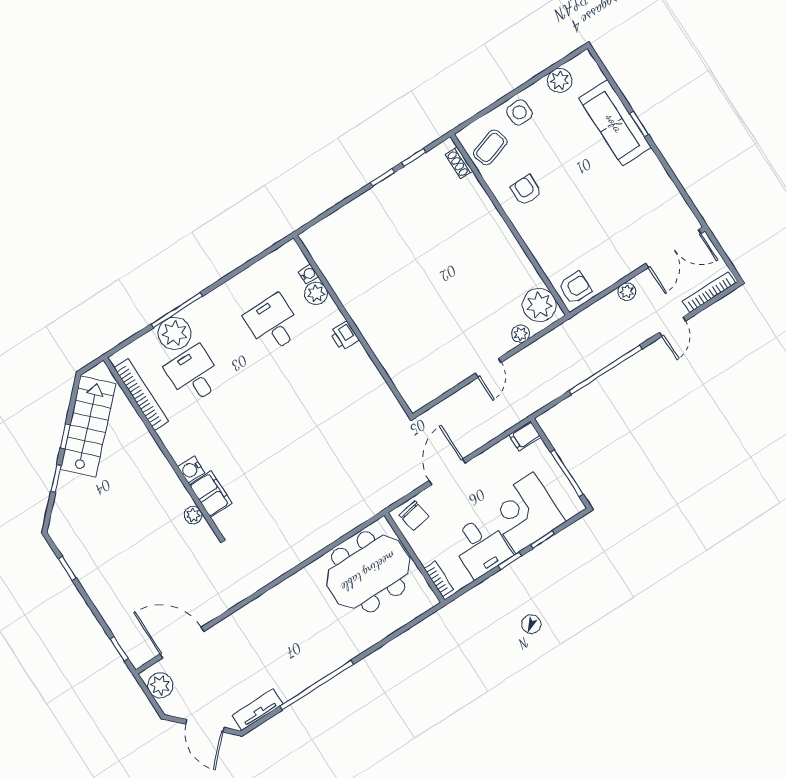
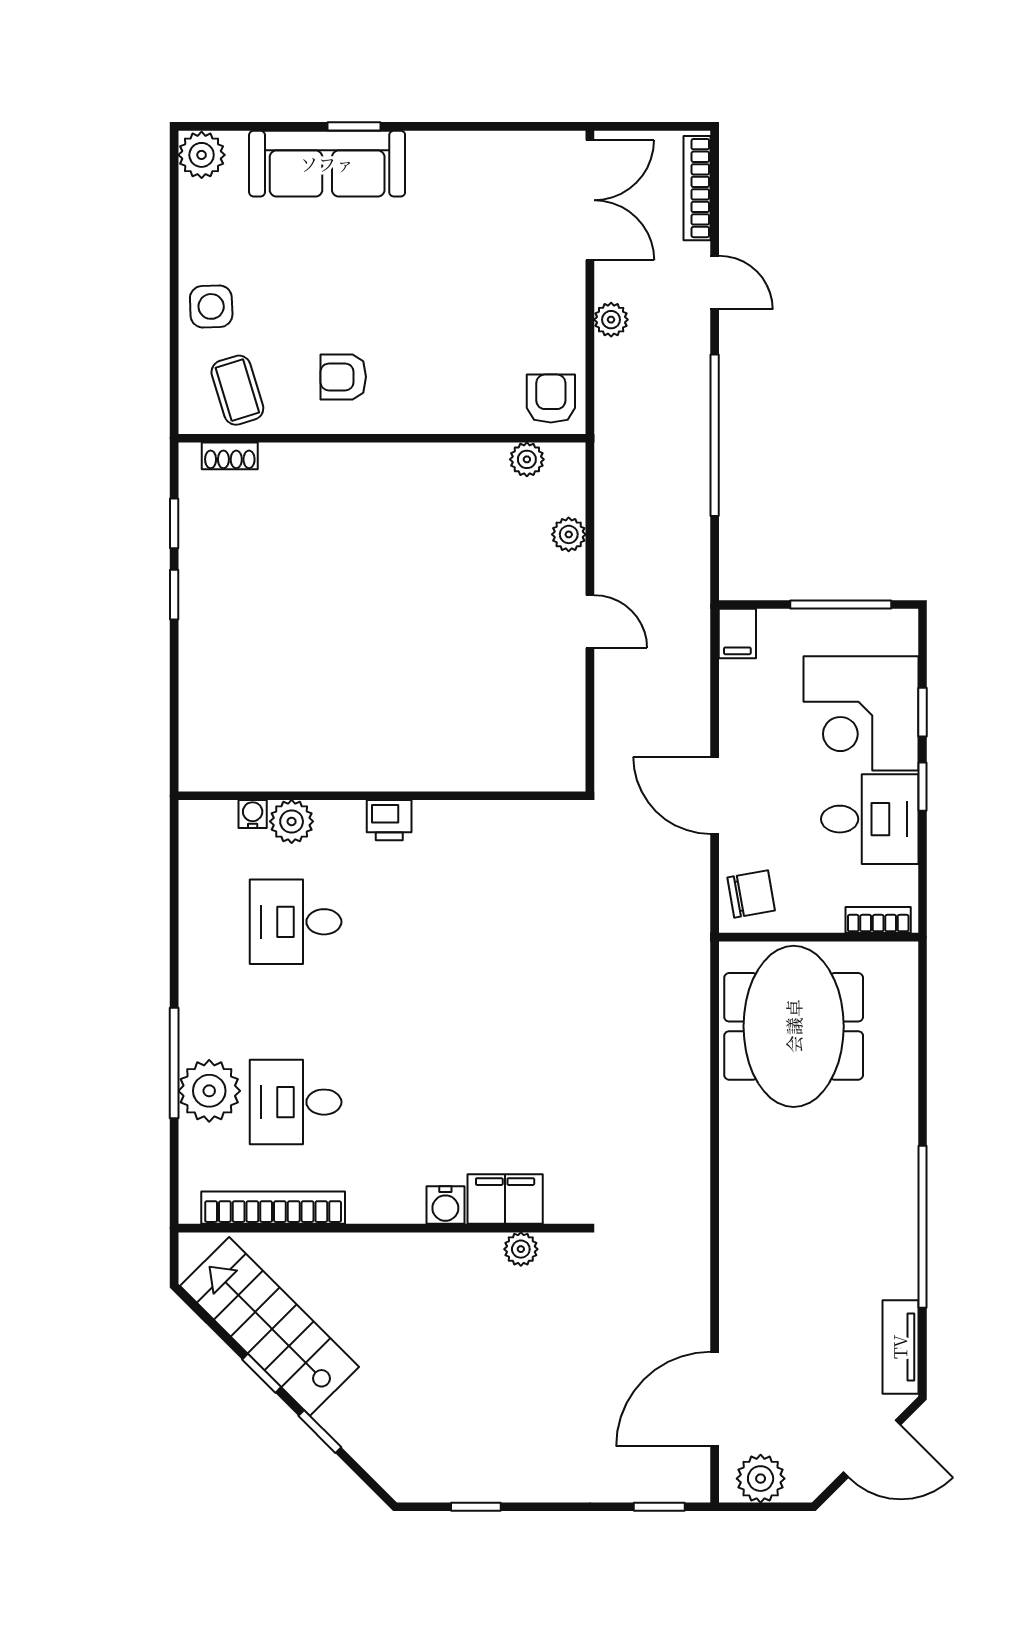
plant: (560, 80) -> (202, 155), moved
plant: (539, 305) -> (527, 459), width x0.53, depth x0.53

